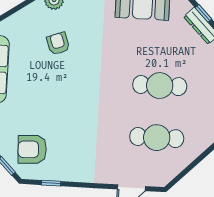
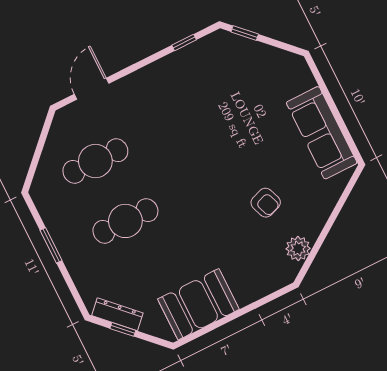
armchair: (32, 149) -> (227, 68), removed

